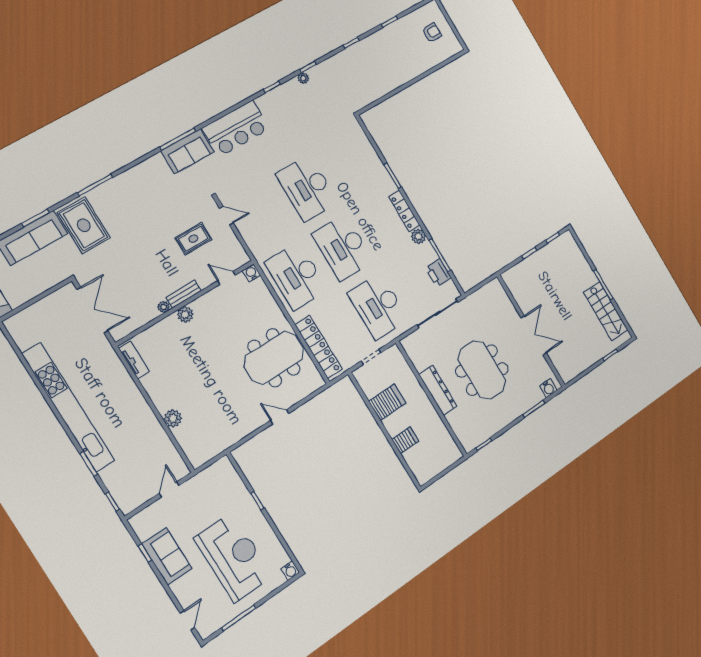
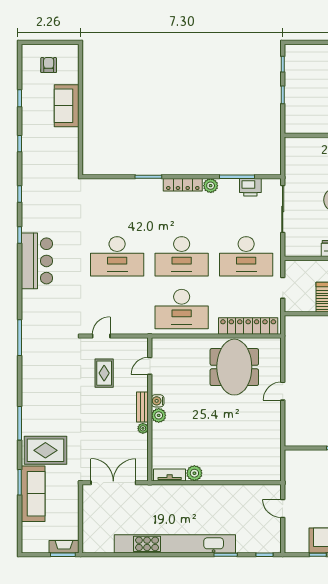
plant: (303, 78) -> (27, 204), removed
bar counter: (236, 128) -> (37, 261), moved
sofa: (188, 151) -> (67, 106), moved, turned 180
water cooler: (251, 273) -> (158, 401), moved
plant: (173, 418) -> (194, 473), moved

